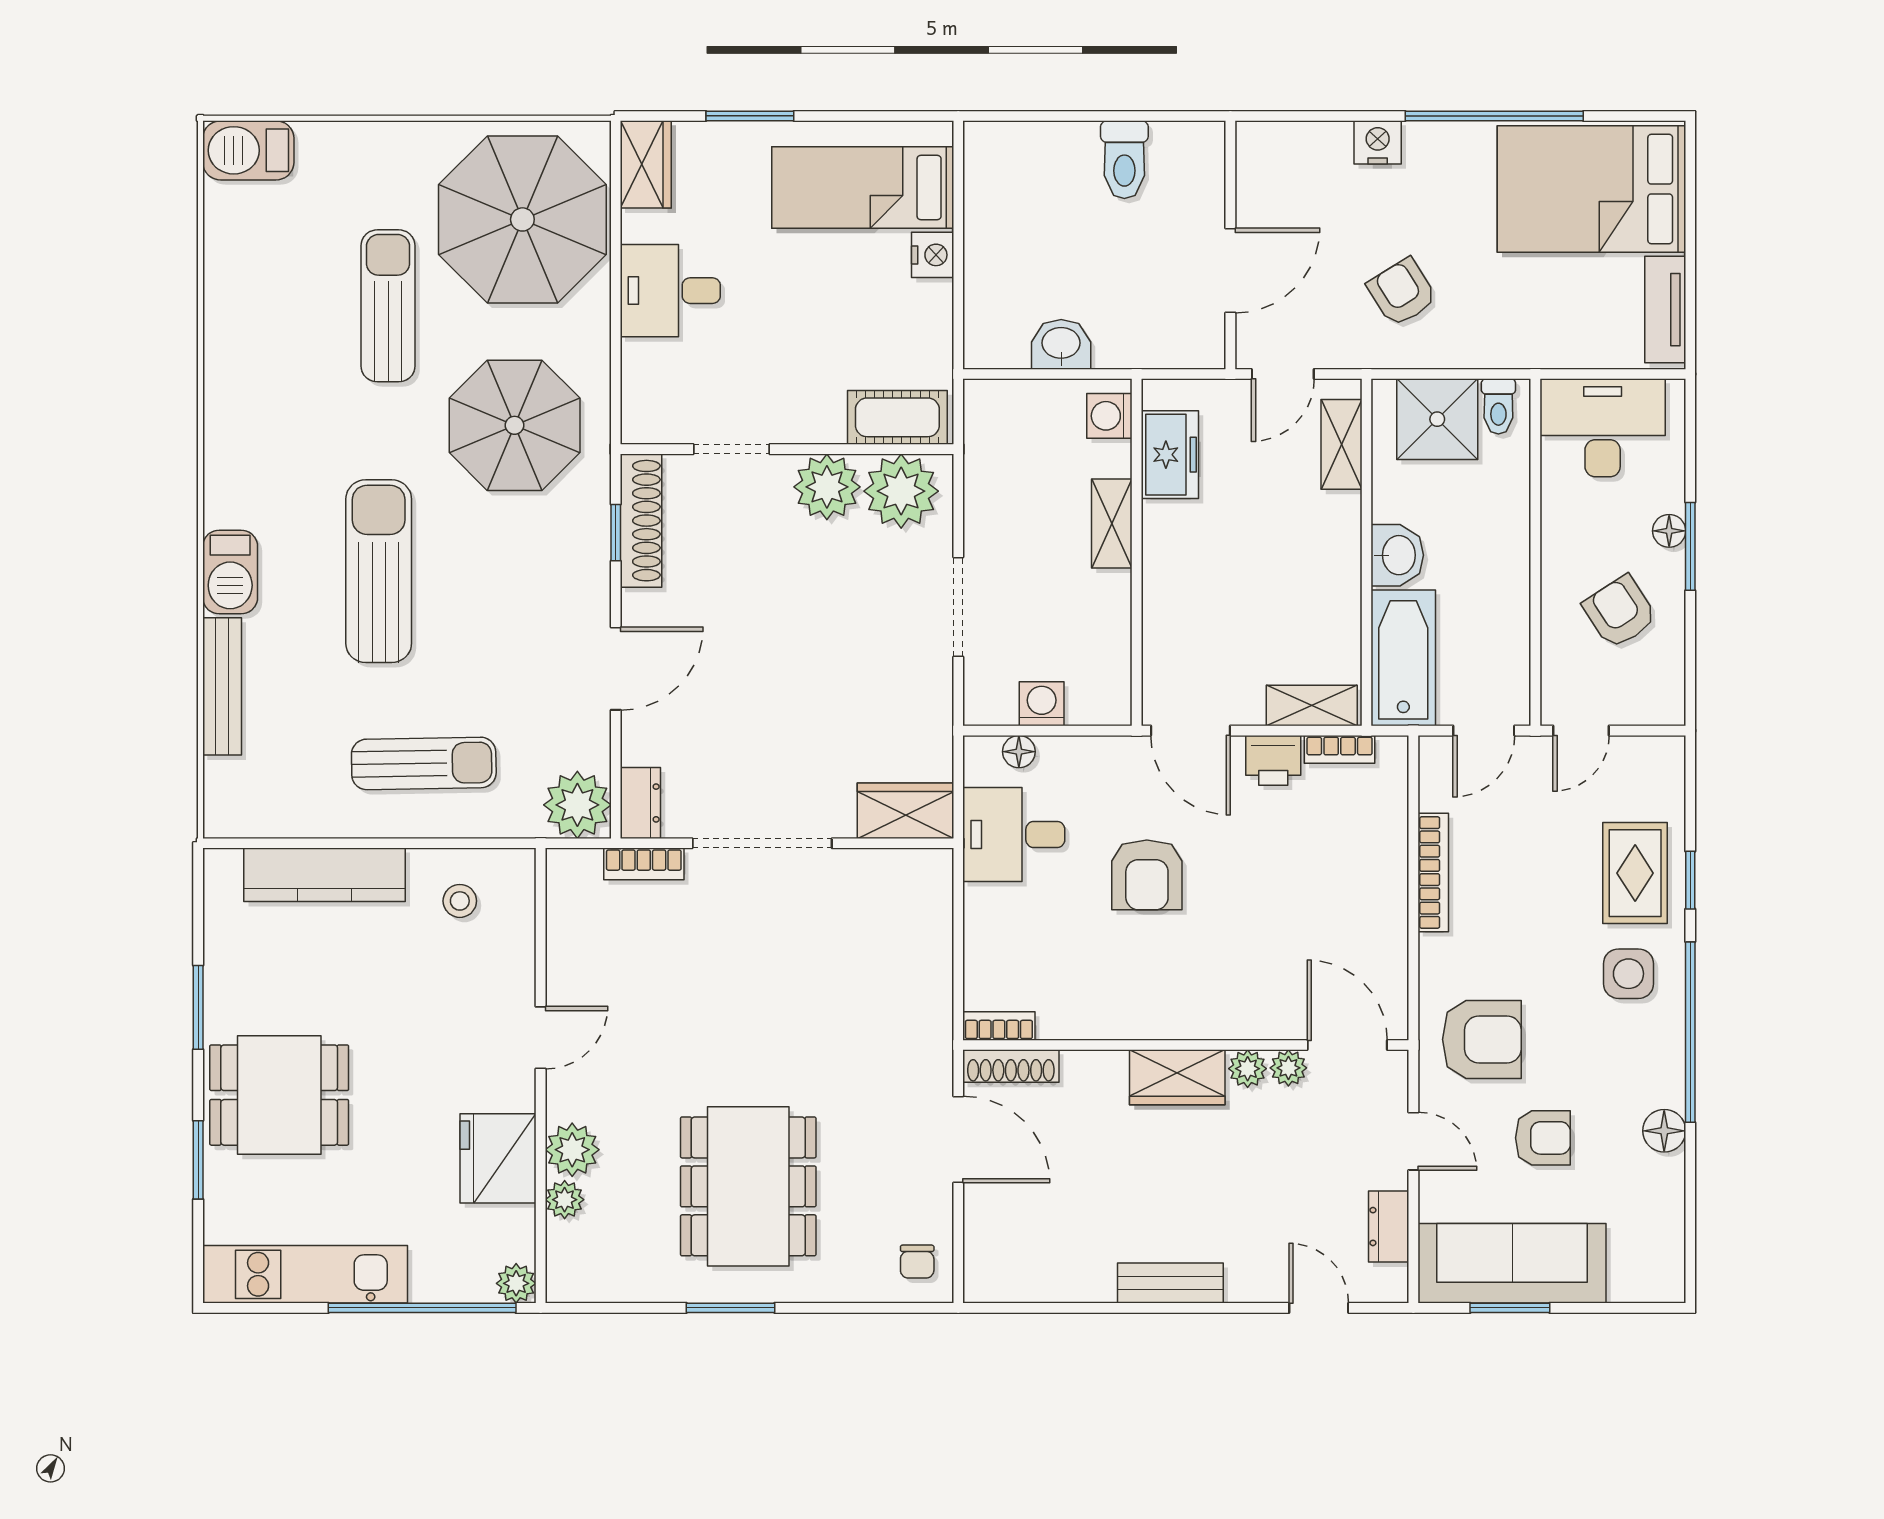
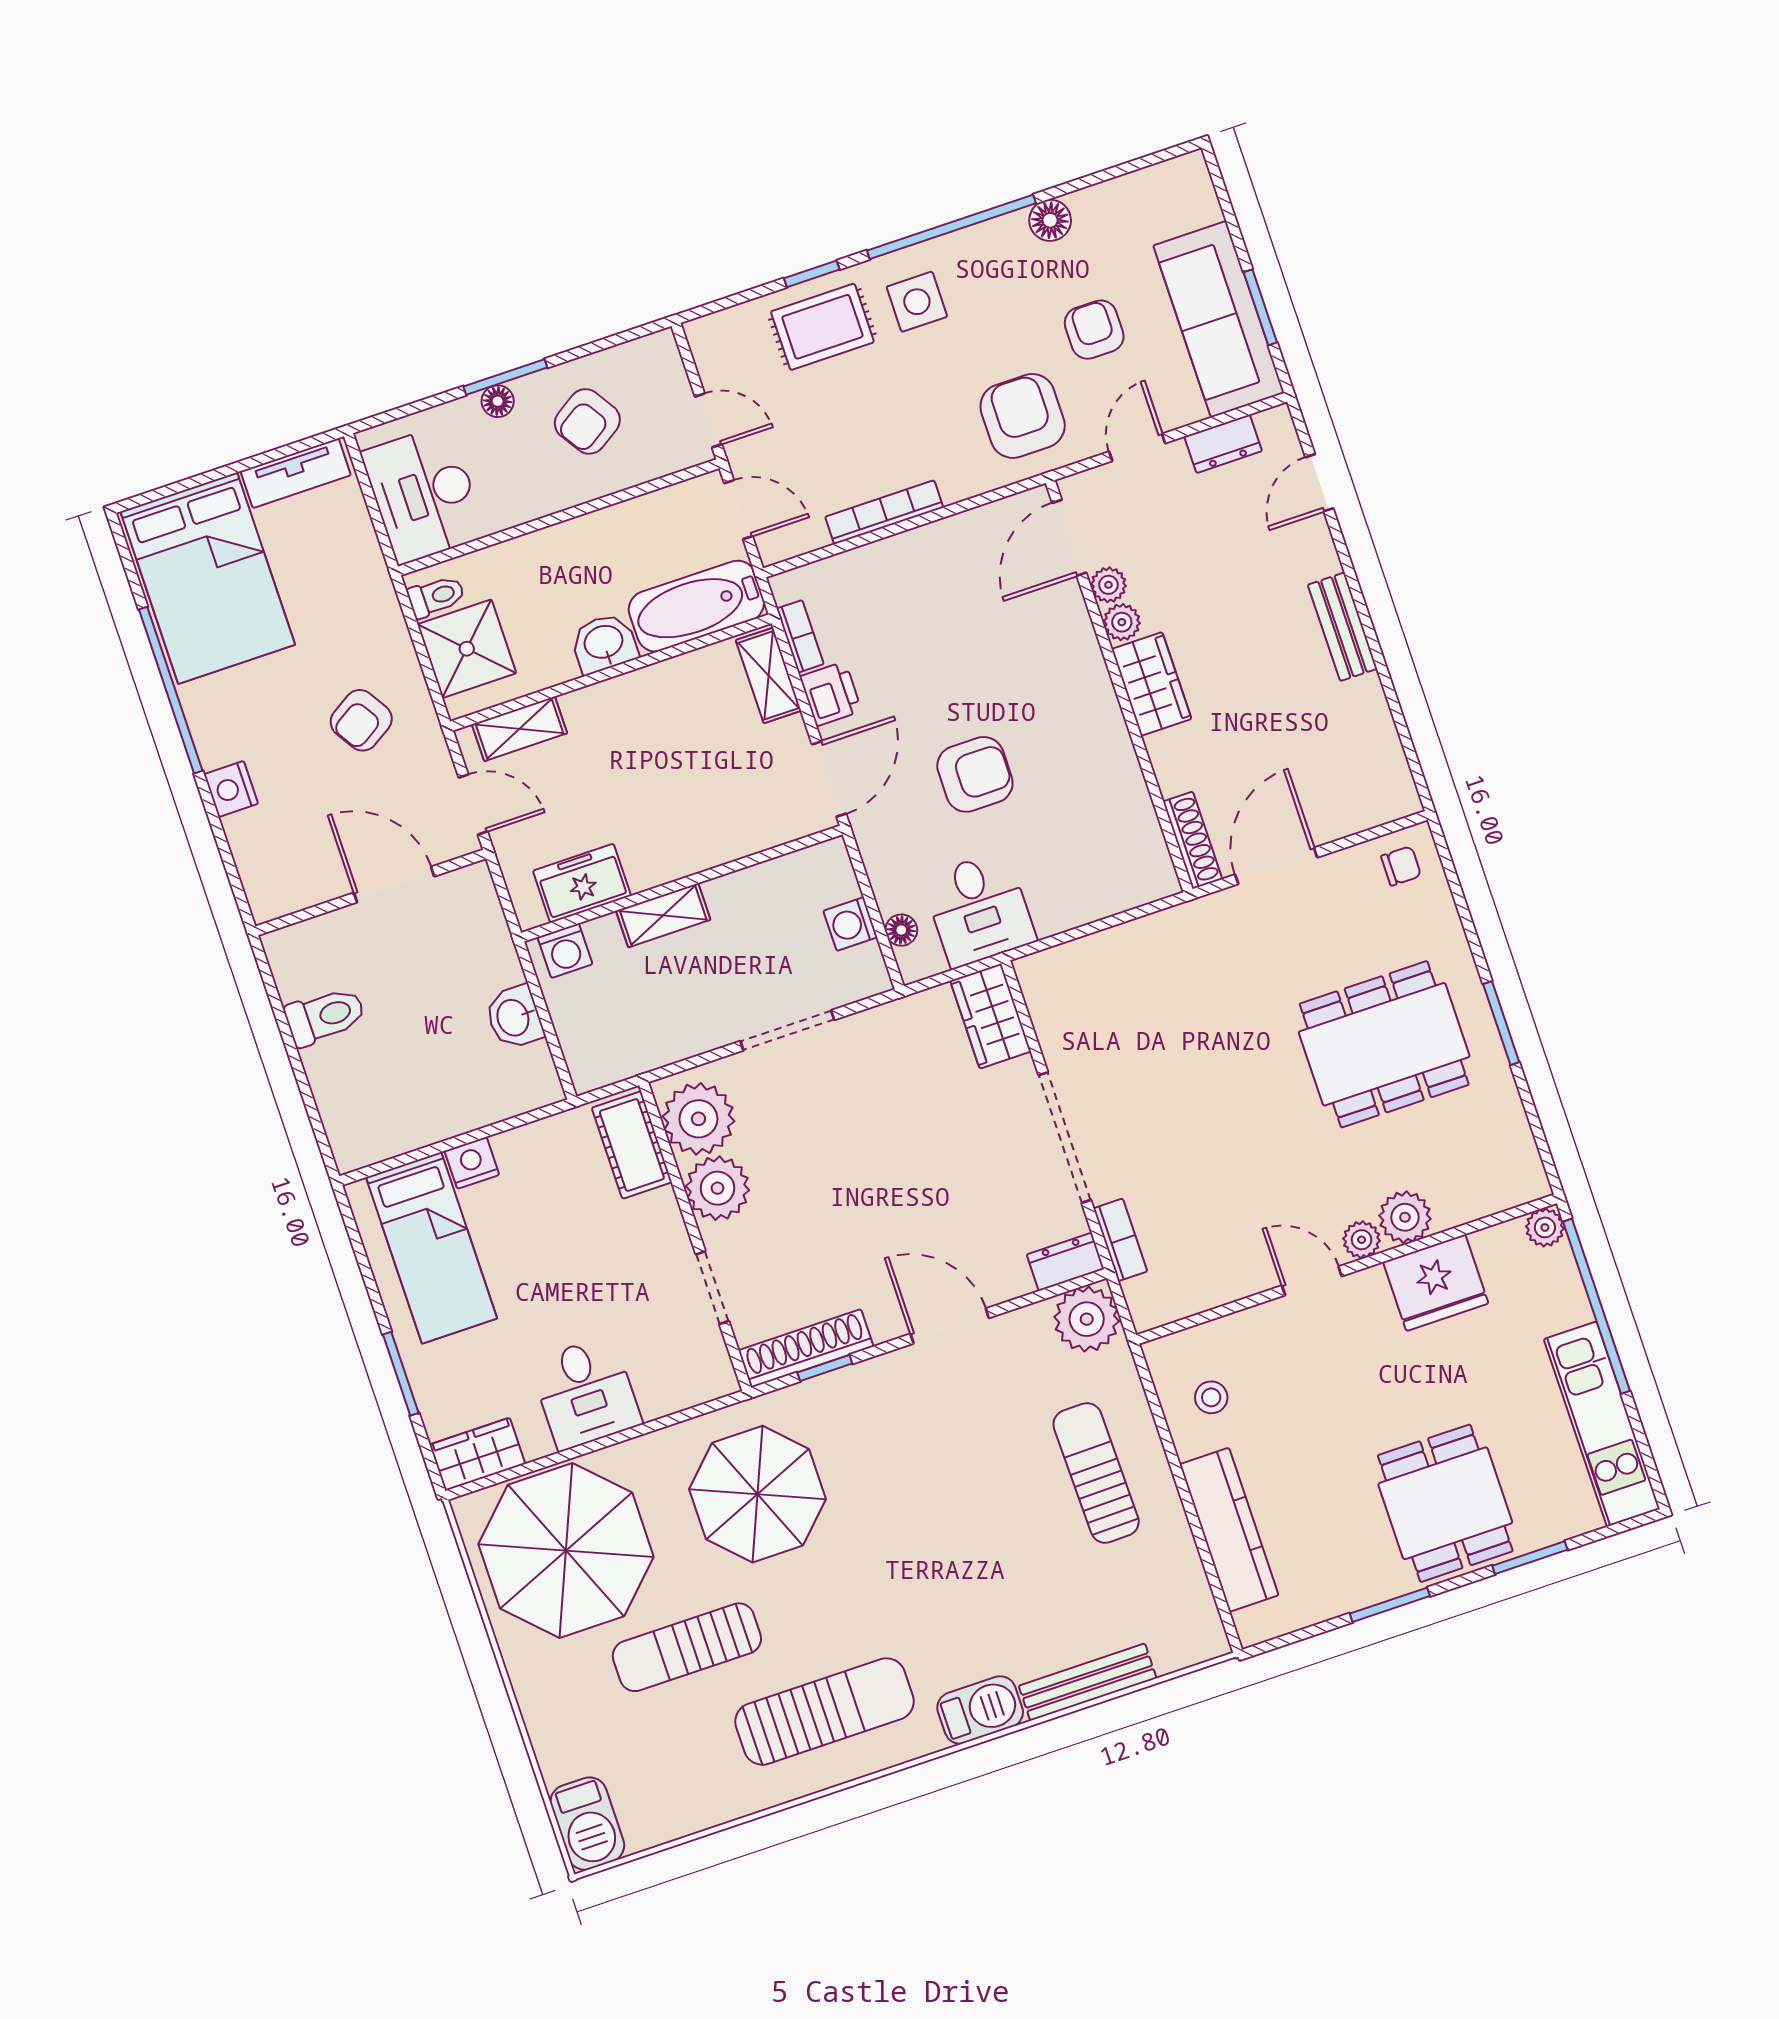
sun lounger: (379, 571) -> (824, 1711), moved, turned 180
bookcase: (999, 1026) -> (1159, 864), removed
plant: (565, 1200) -> (1362, 1240), moved

